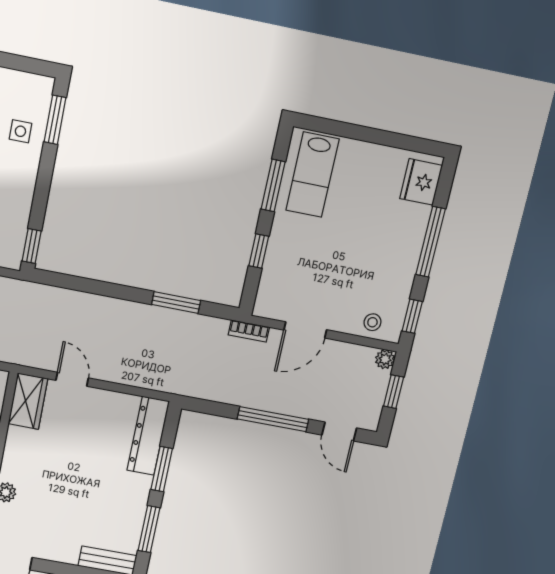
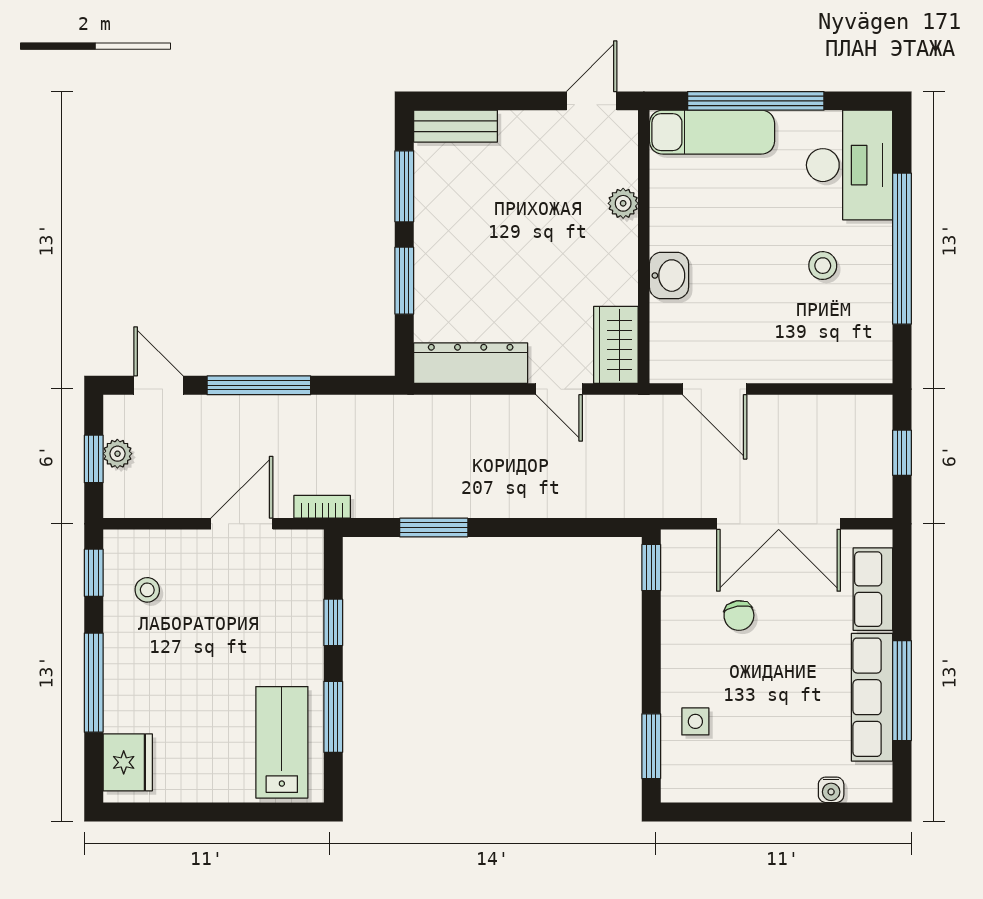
stool: (372, 322) -> (147, 590), moved
plant: (385, 359) -> (117, 454), moved
dresser: (148, 436) -> (471, 363), moved, turned -90

